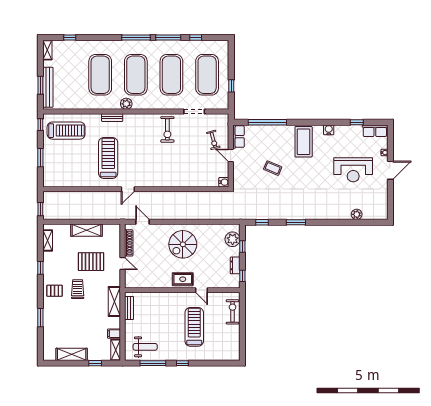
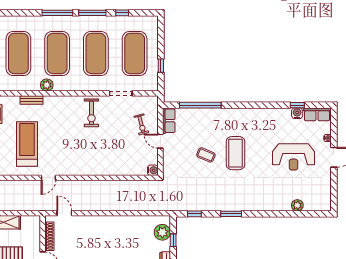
water cooler: (329, 130) -> (297, 113), moved
coffee table: (304, 142) -> (235, 153), moved
spiral stairs: (183, 244) -> (108, 238), removed

